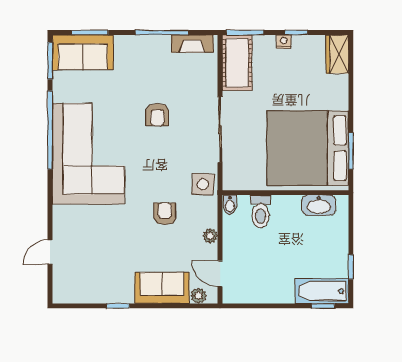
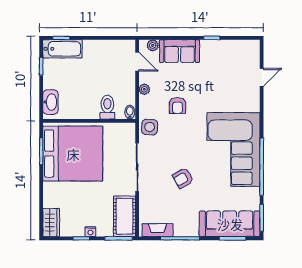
sofa: (83, 52) -> (230, 224), width x1.36
armchair: (157, 115) -> (183, 178), turned -120
washbasin: (319, 205) -> (50, 102), moved, turned 90

